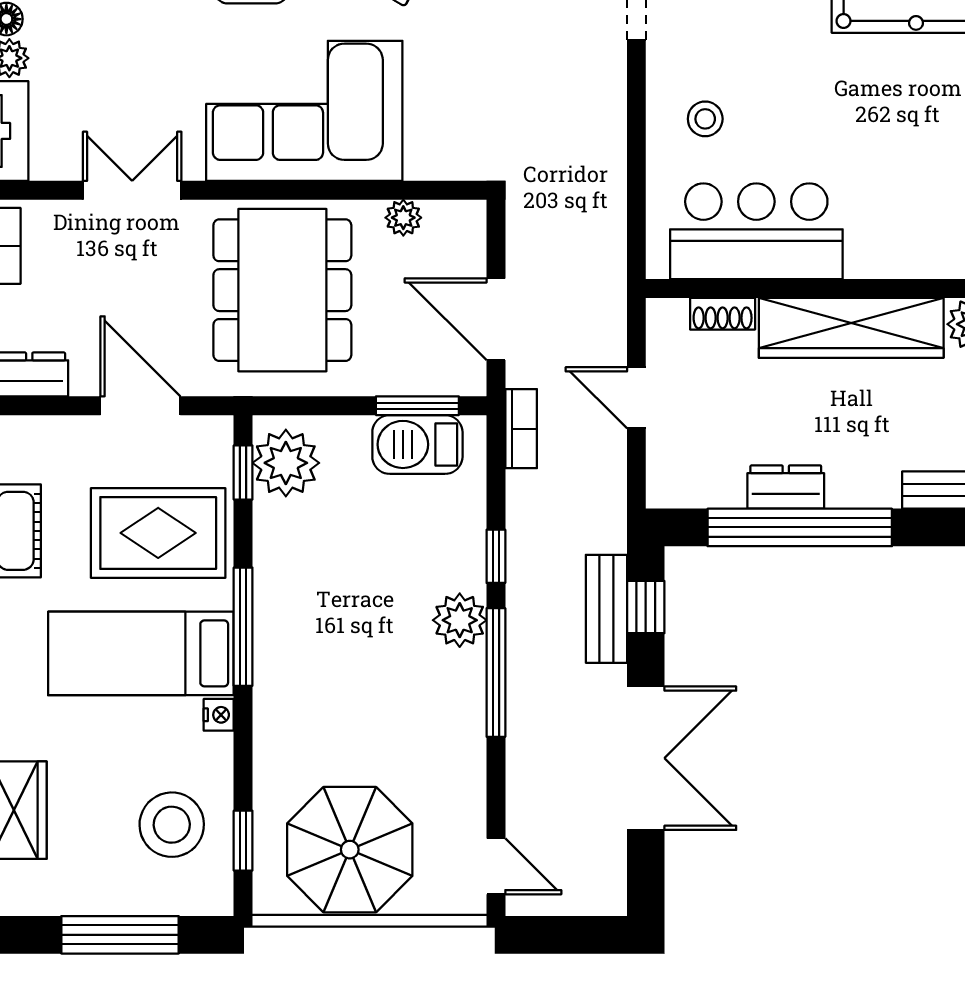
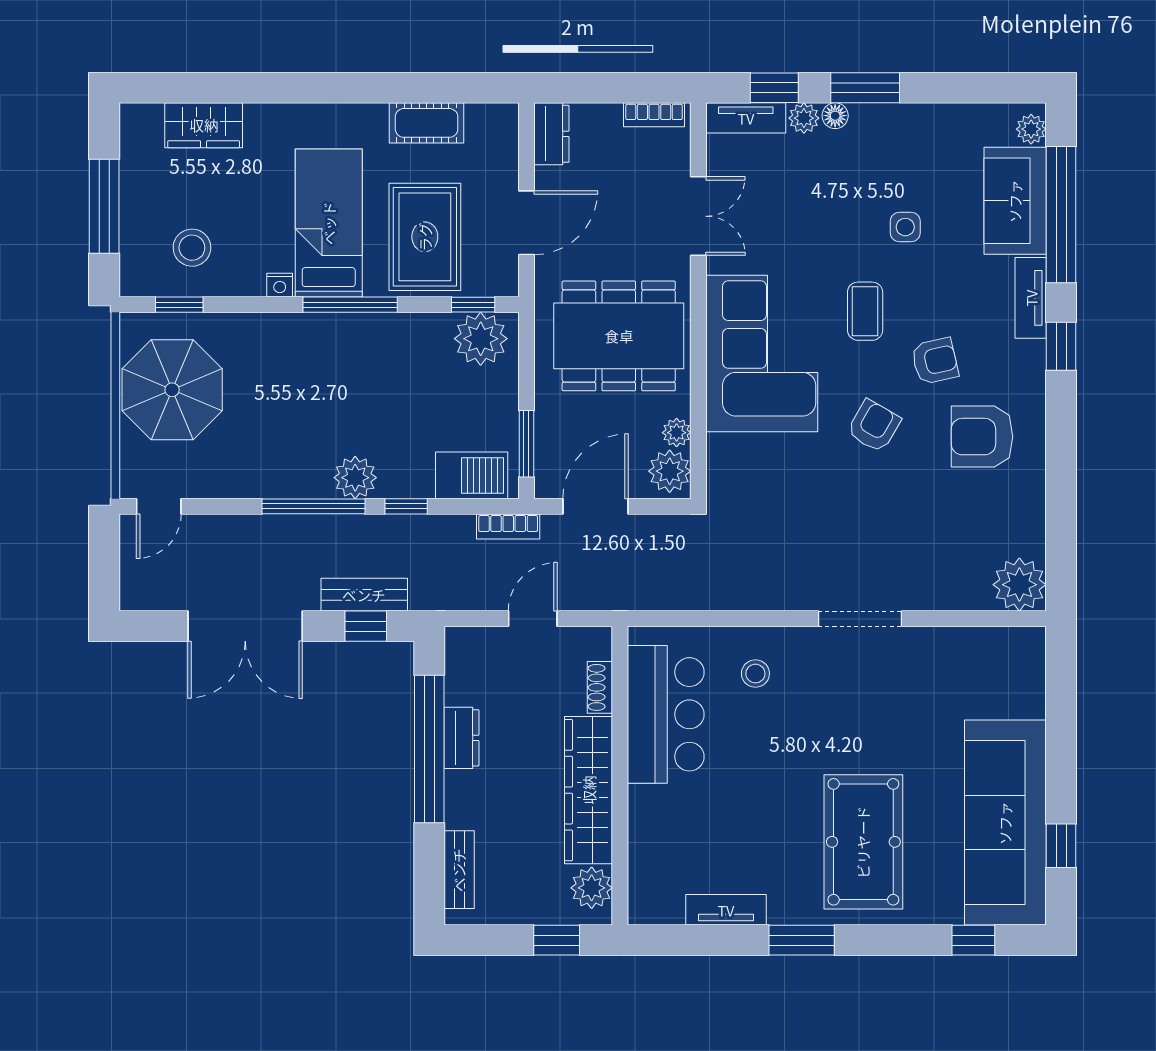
plant: (452, 226) -> (670, 471), added
barbecue: (417, 444) -> (472, 475), moved, turned 90
stool: (172, 825) -> (192, 248), width x0.73, depth x0.73

